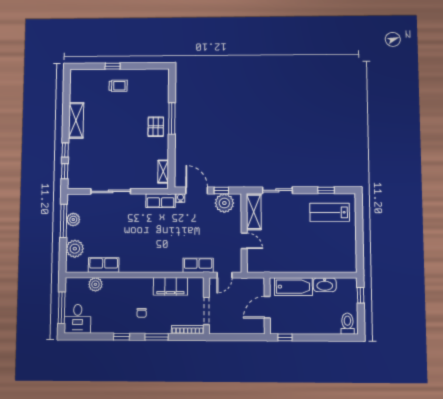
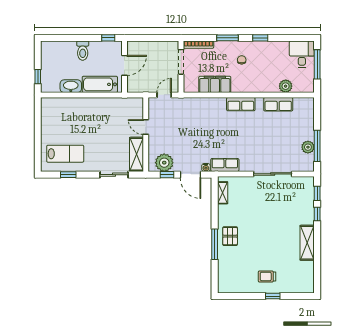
plant: (75, 249) -> (306, 120), removed
row of seats: (198, 265) -> (241, 104), moved
toilet: (347, 324) -> (83, 51), moved

